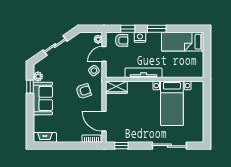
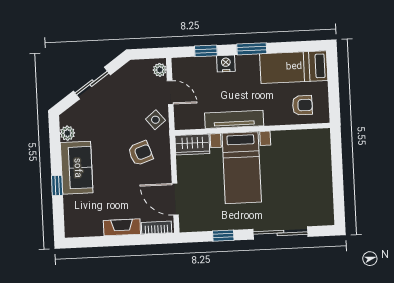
armchair: (122, 40) -> (302, 105), moved
door: (104, 54) -> (170, 93), swing flipped
window: (30, 87) -> (57, 185), moved
bed with nightstands: (172, 103) -> (242, 168), moved
fireplace: (45, 137) -> (122, 227), moved
window: (121, 146) -> (223, 236), moved

